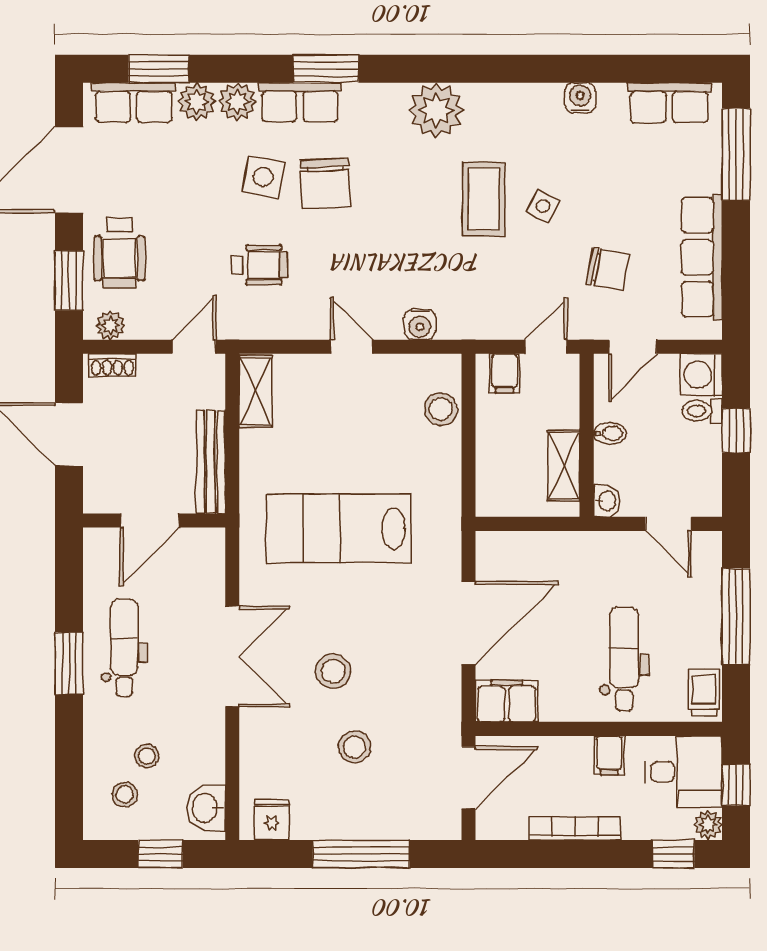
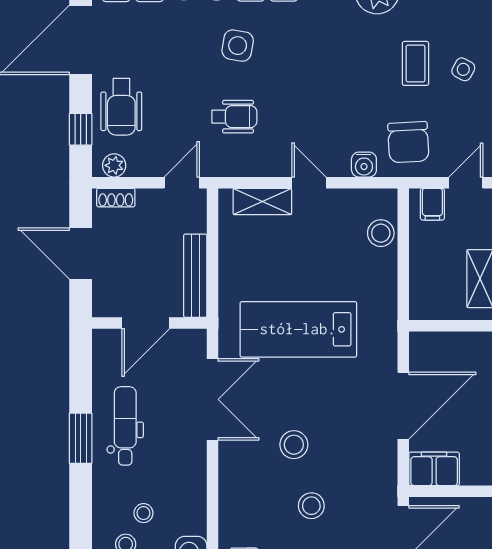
chair: (325, 183) -> (408, 142), moved
coffee table: (484, 199) -> (416, 63), width x0.73, depth x0.77
window: (69, 281) -> (81, 129), width x0.67
shelving: (256, 391) -> (262, 201), moved, turned 90
double door: (232, 656) -> (212, 399), moved

